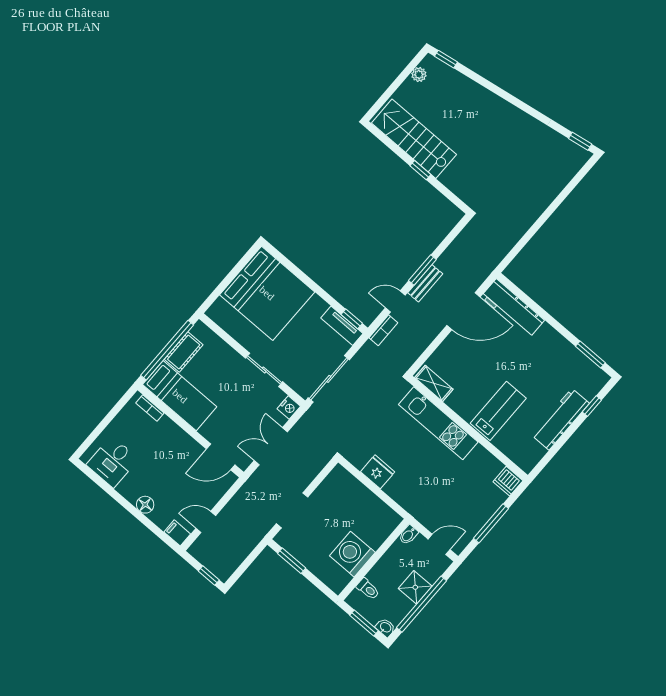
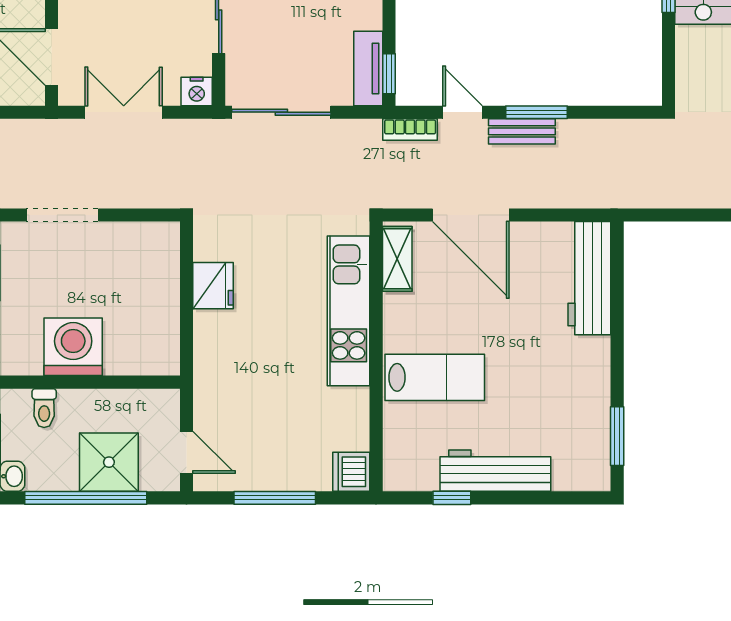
door: (463, 311) -> (471, 215), moved
window: (592, 406) -> (452, 498), moved
bidet: (408, 535) -> (164, 400), removed
shower: (415, 587) -> (109, 462), width x1.36, depth x1.36

